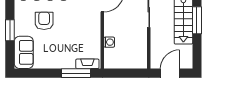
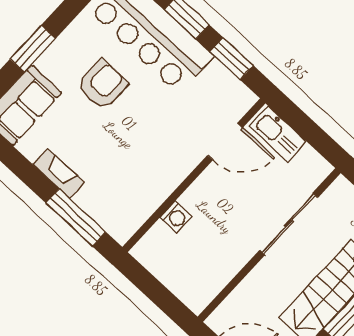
fireplace: (87, 64) -> (59, 174), moved

